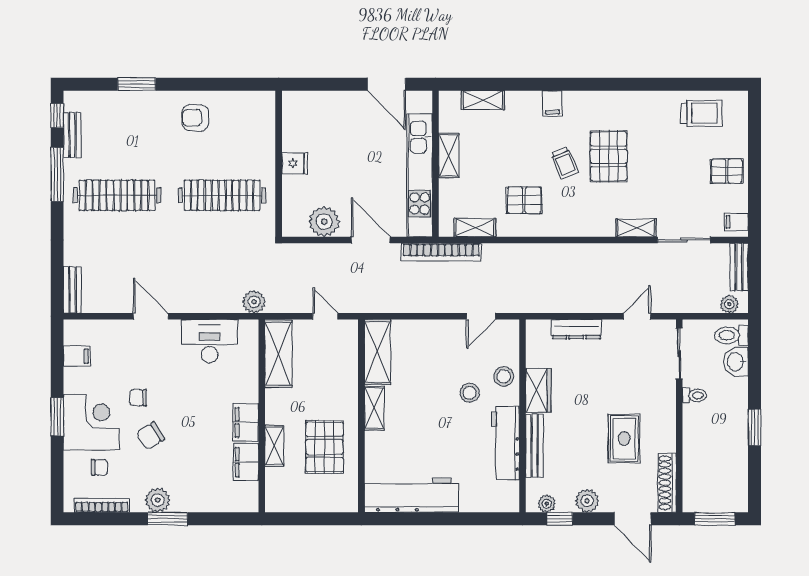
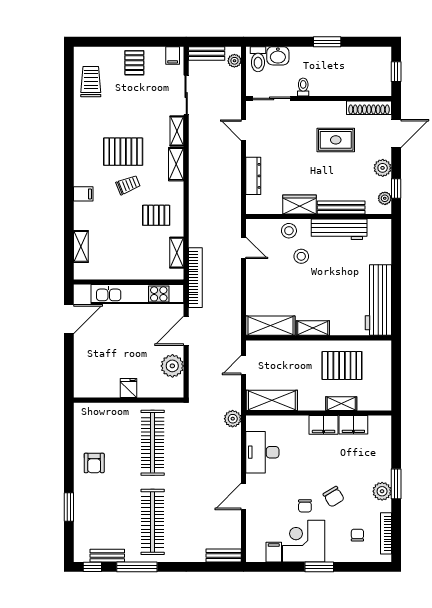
shelving: (449, 156) -> (176, 164), moved, turned 90
pallet: (524, 200) -> (156, 215), turned 90
corner desk: (91, 422) -> (304, 541), moved
window: (715, 519) -> (396, 72), width x0.67

